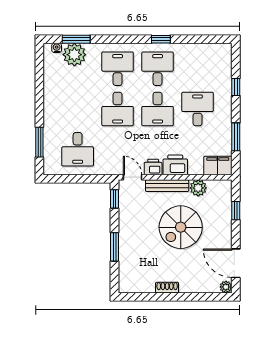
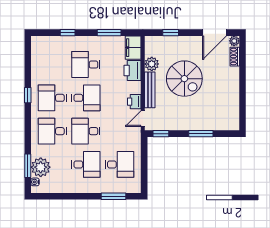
desk: (78, 109) -> (86, 164), added
desk: (118, 109) -> (86, 131), turned 180
printer: (175, 165) -> (133, 71), moved
shoe rack: (167, 288) -> (235, 57), moved

